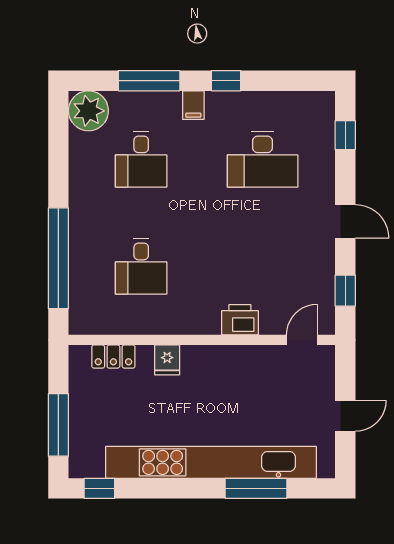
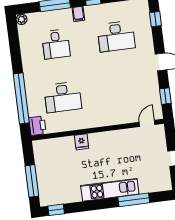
plant: (88, 111) -> (22, 19), width x0.53, depth x0.53
desk: (141, 266) -> (63, 97), width x1.37
printer: (240, 320) -> (37, 126), moved, turned 90
locker: (113, 356) -> (55, 144), removed
kitchen unit: (211, 462) -> (110, 190), width x0.54

